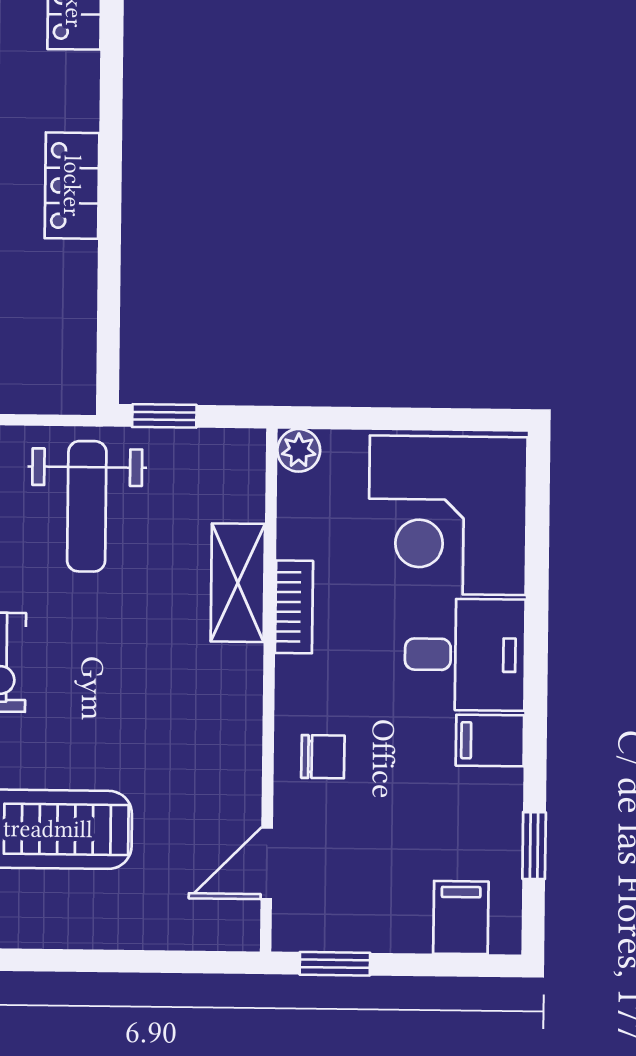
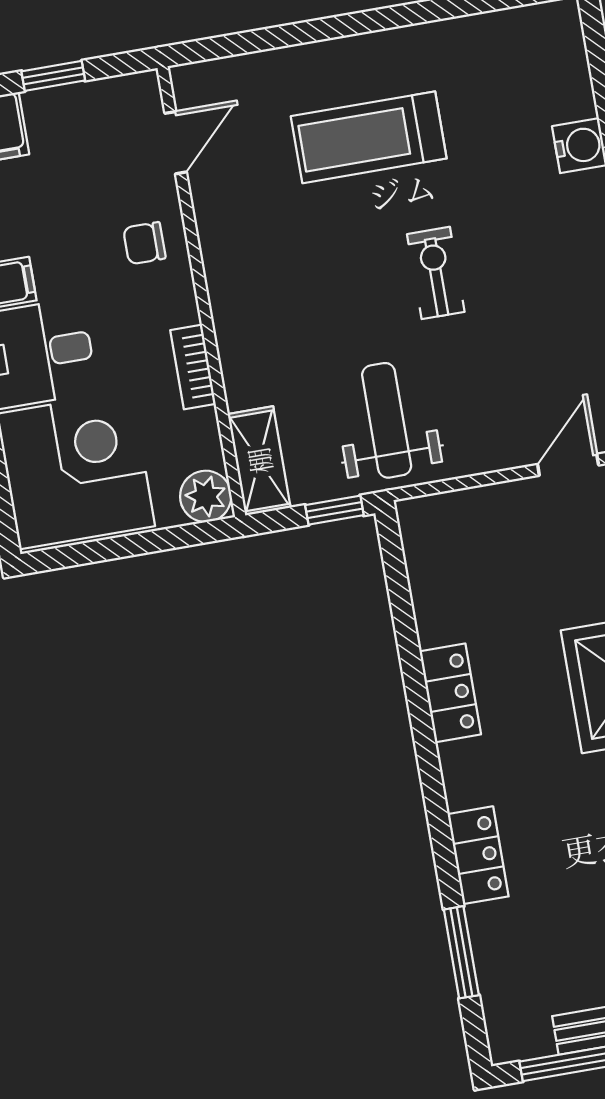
plant: (299, 450) -> (206, 496), width x1.38, depth x1.38
shelving: (238, 583) -> (259, 461), moved
window: (335, 964) -> (53, 76), moved

